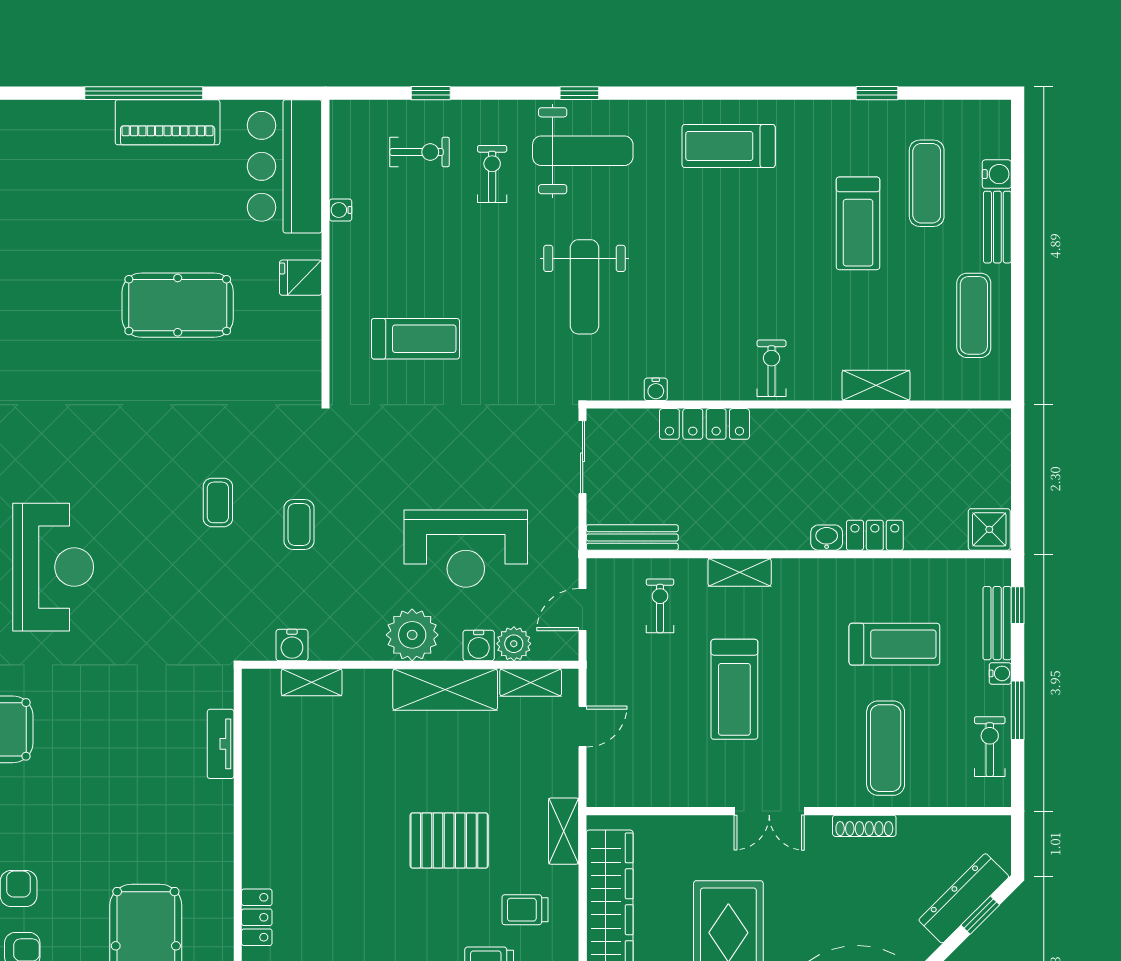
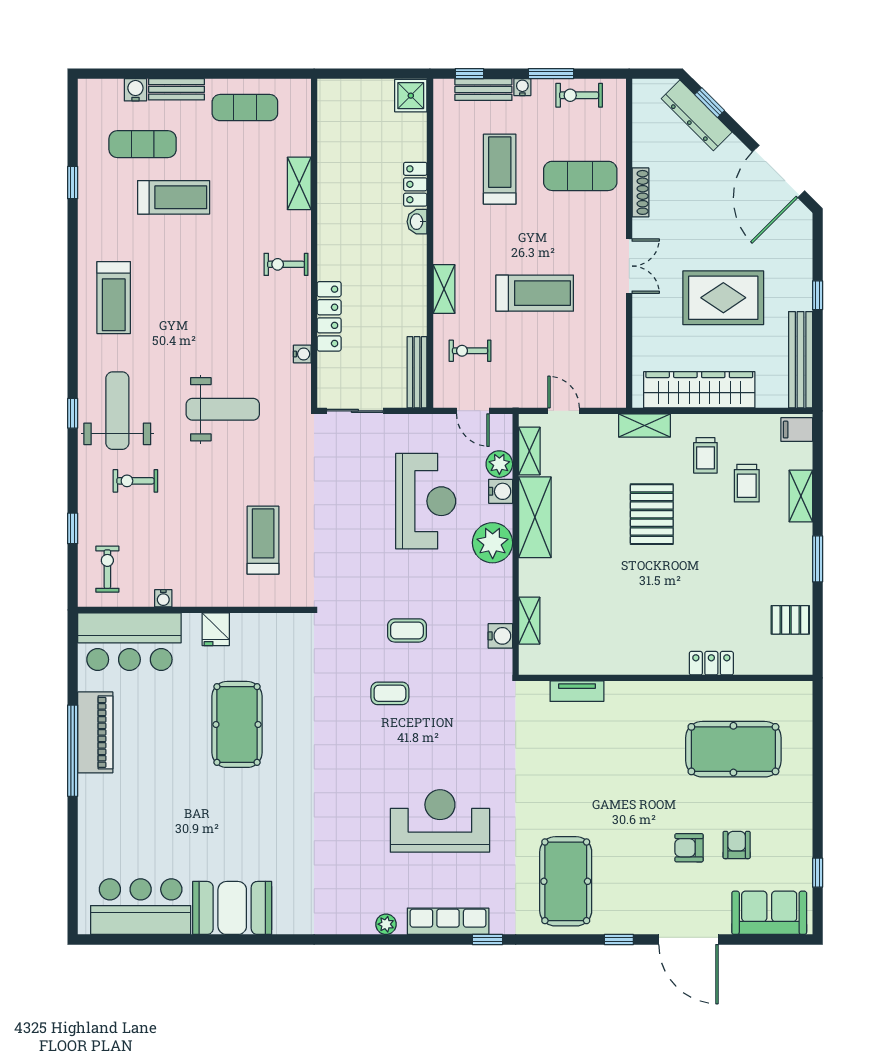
exercise bike: (420, 152) -> (107, 569), moved

